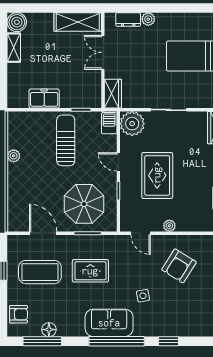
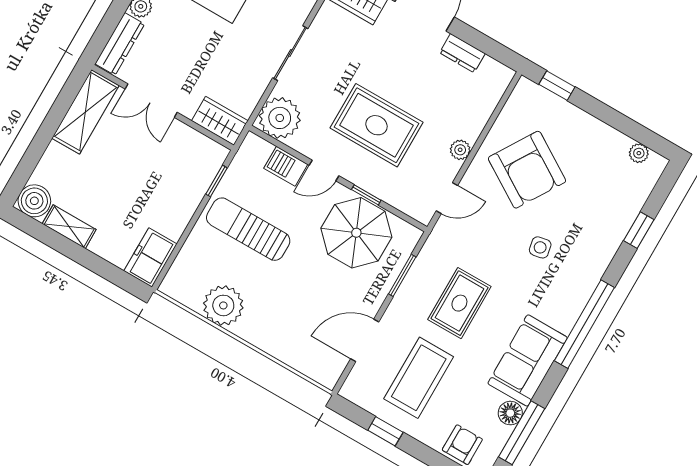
dresser: (128, 19) -> (120, 44), width x1.44
freezer: (44, 99) -> (150, 258), moved
barbecue: (109, 123) -> (286, 166), moved
plant: (14, 156) -> (223, 305), width x1.87, depth x1.87
parasol: (84, 204) -> (356, 233), moved
armchair: (179, 266) -> (527, 170), width x1.36, depth x1.36
sofa: (109, 323) -> (528, 360), moved
window: (169, 341) -> (639, 230), moved

